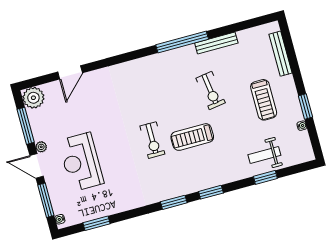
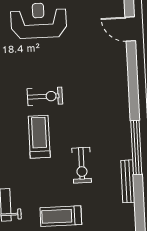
exercise bike: (211, 91) -> (82, 165), turned -82
exercise bike: (152, 140) -> (45, 96), turned 180

